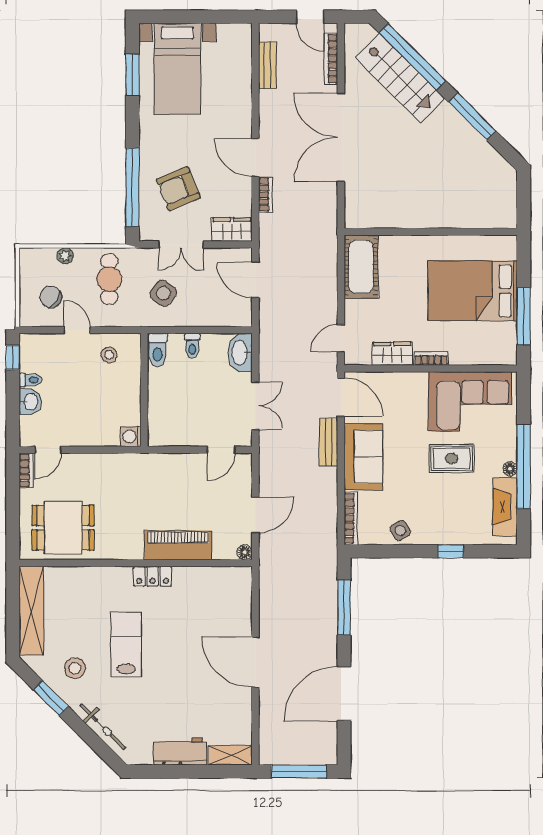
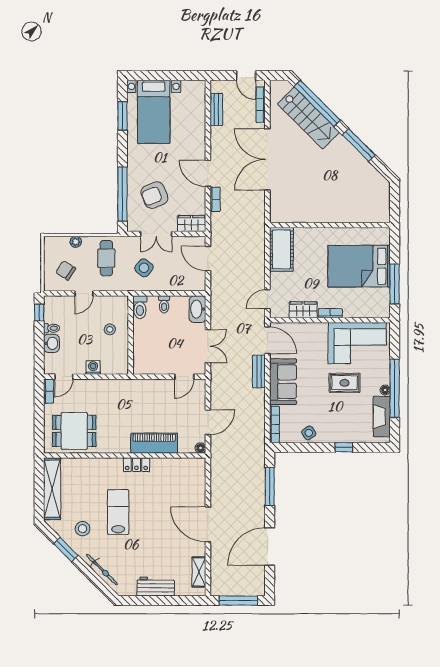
door: (77, 330) -> (84, 293), swing flipped
stool: (109, 355) -> (110, 329), moved
washing machine: (131, 436) -> (93, 367), moved, turned 90
shelving: (230, 755) -> (199, 572), moved, turned 90

